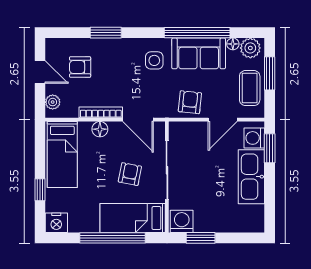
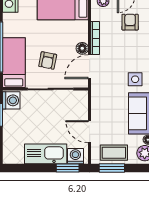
window: (270, 73) -> (112, 168), moved
armchair: (190, 102) -> (103, 107), removed
floor lamp: (100, 129) -> (82, 48), moved
armchair: (130, 174) -> (48, 60), turned 90

